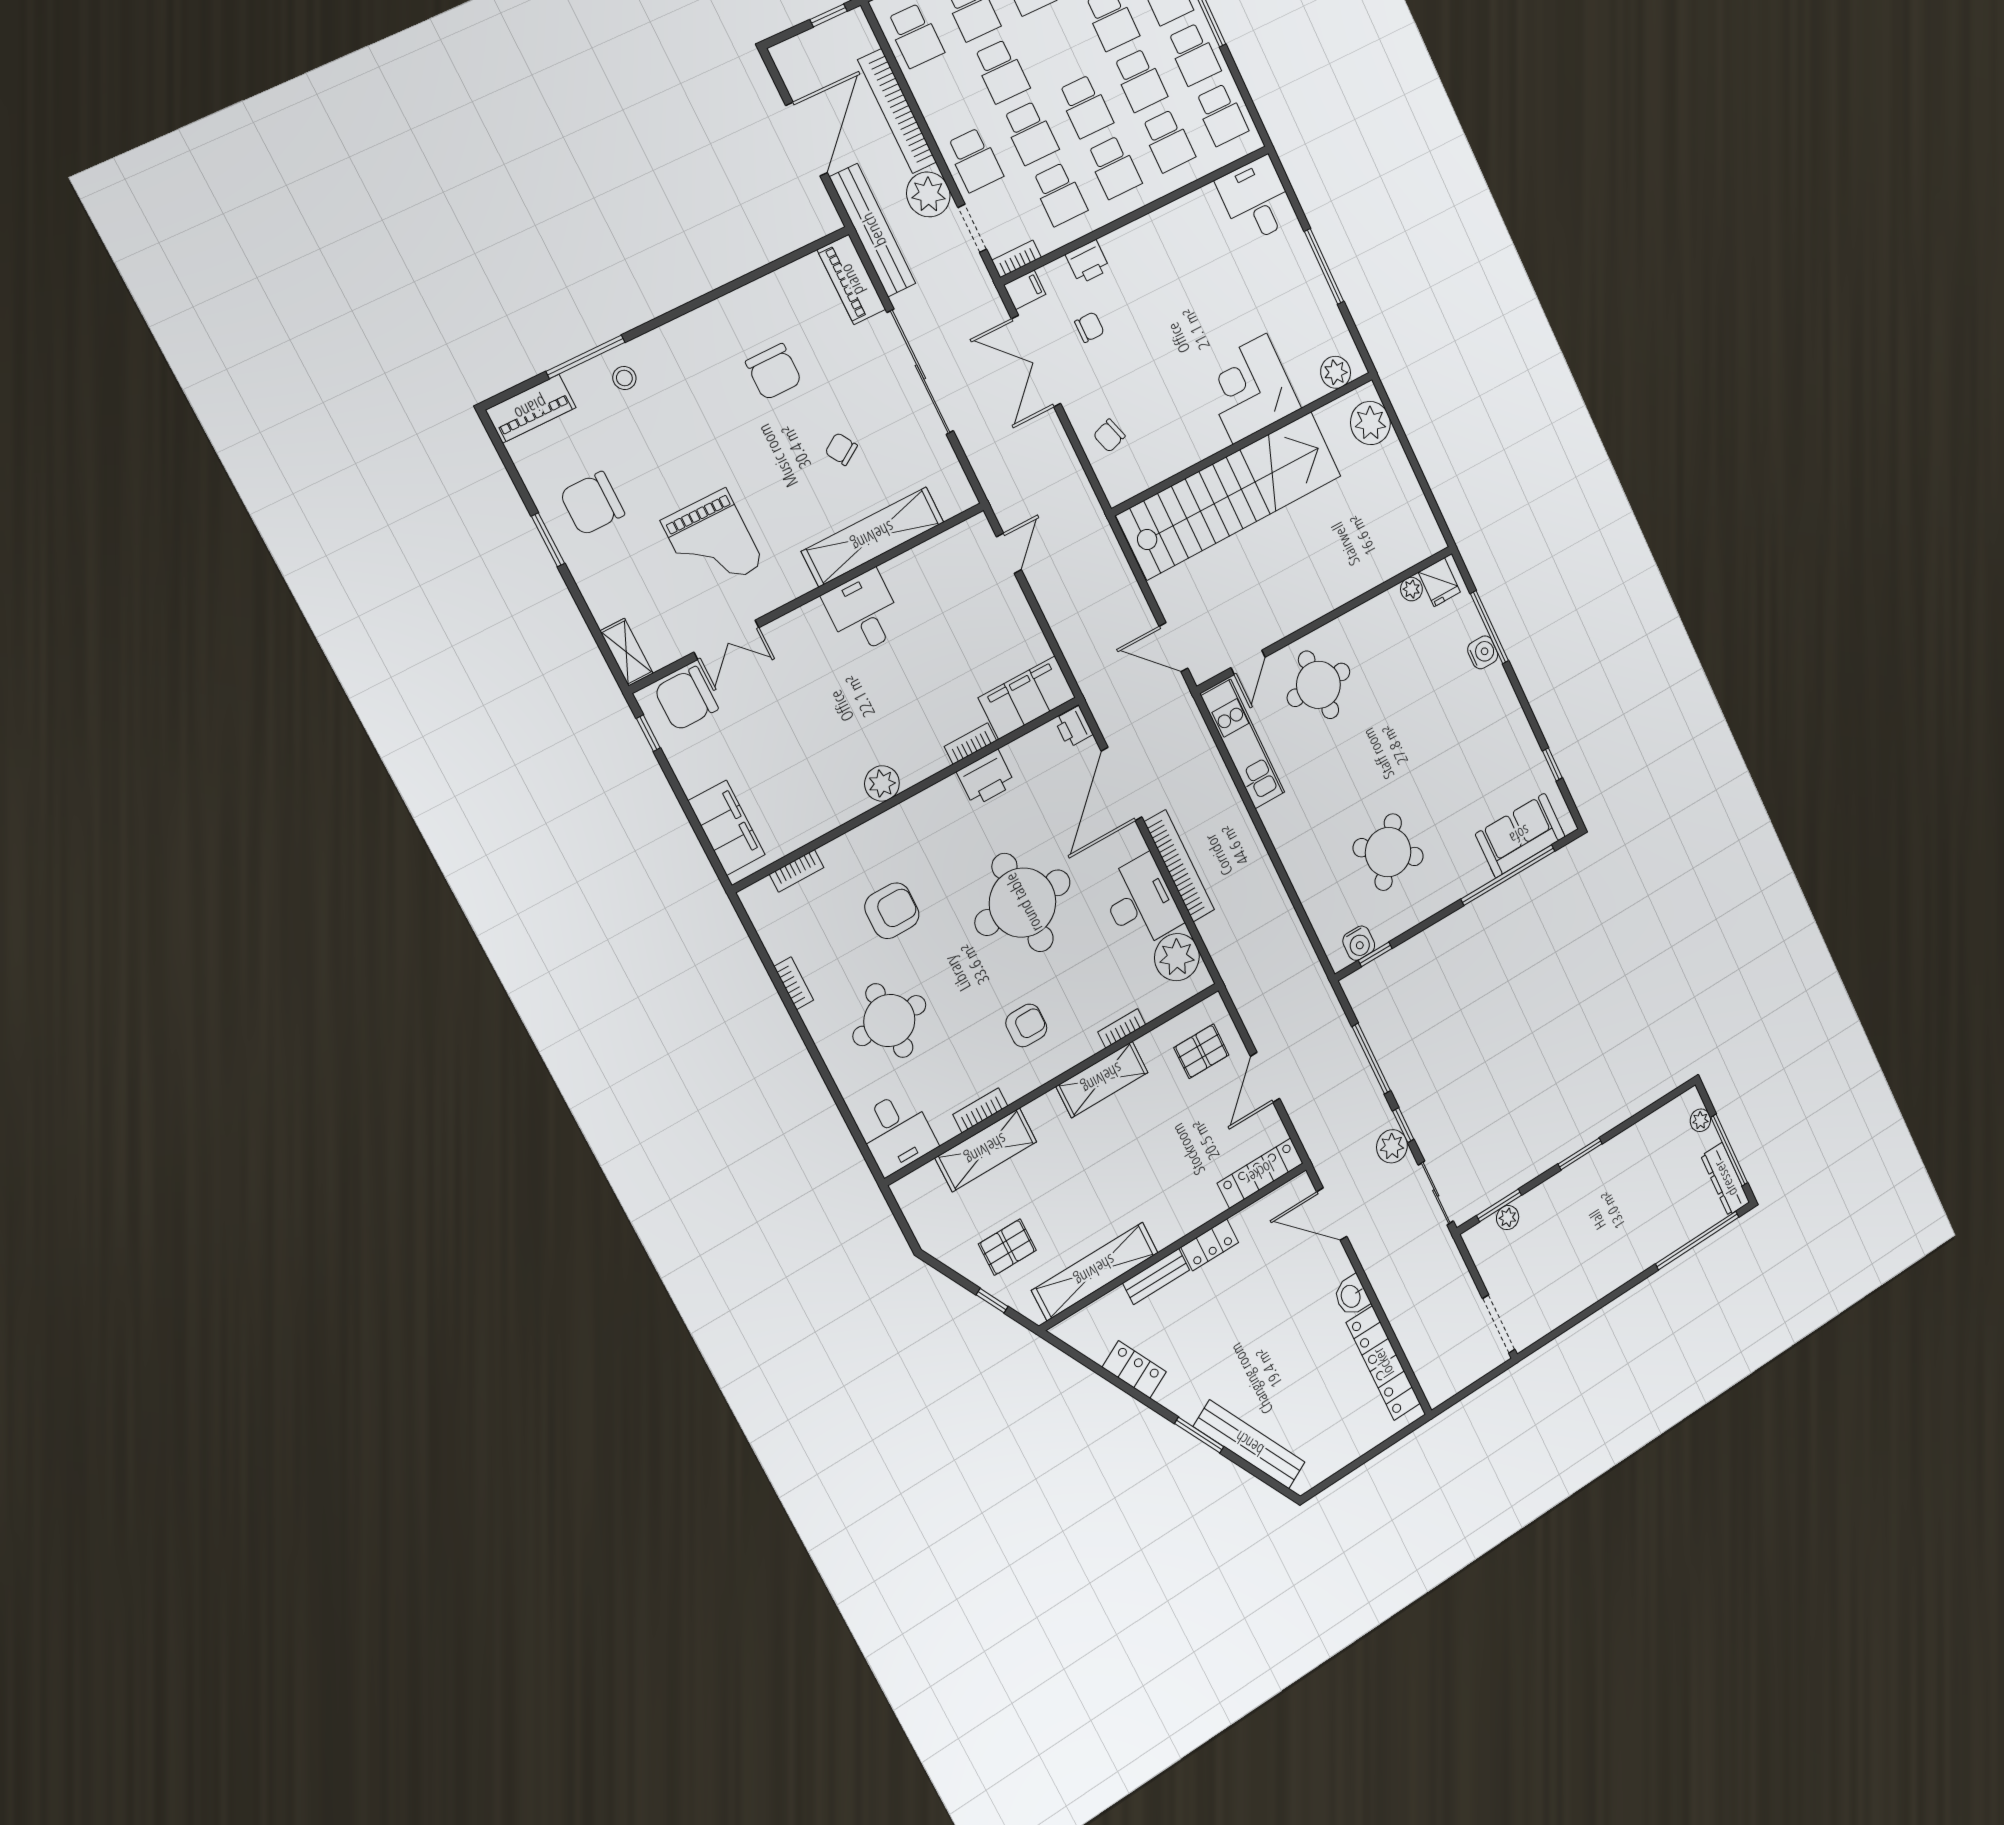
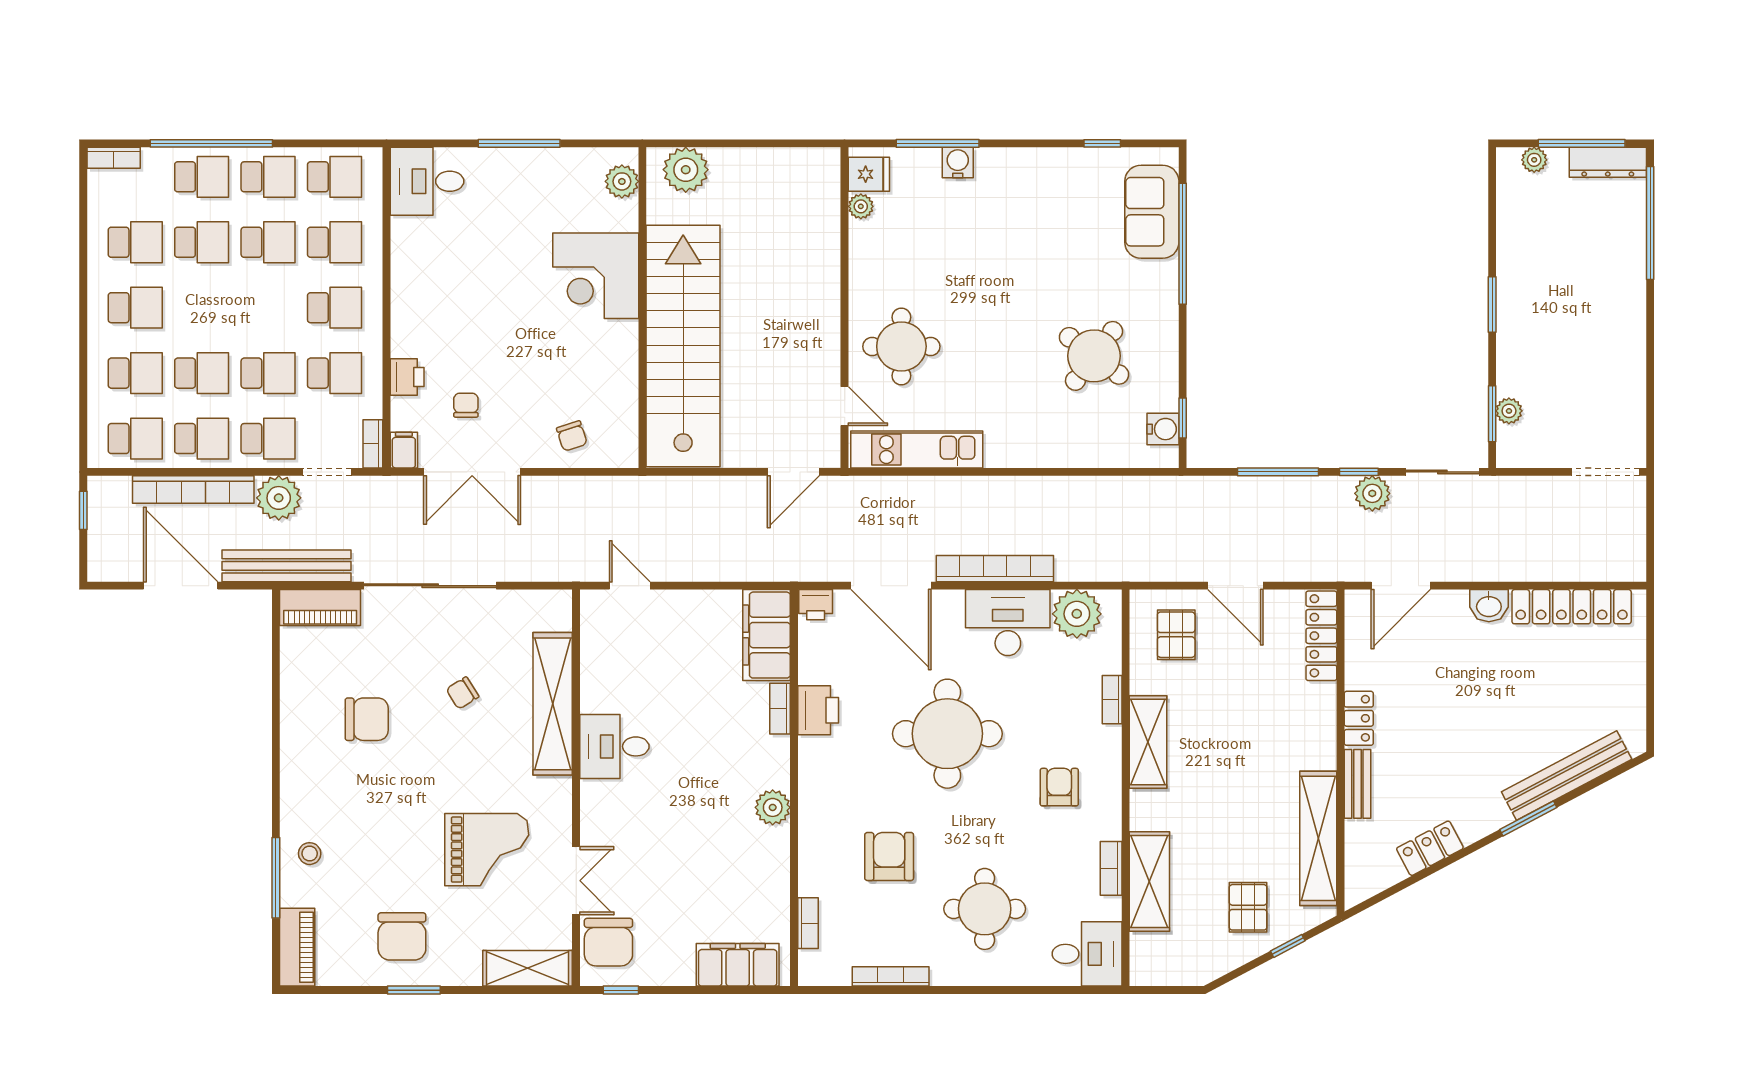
school desk: (1086, 107) -> (202, 439), moved
shelving: (626, 652) -> (528, 968), width x1.50, depth x1.33
bookcase: (794, 983) -> (891, 976), width x1.56

